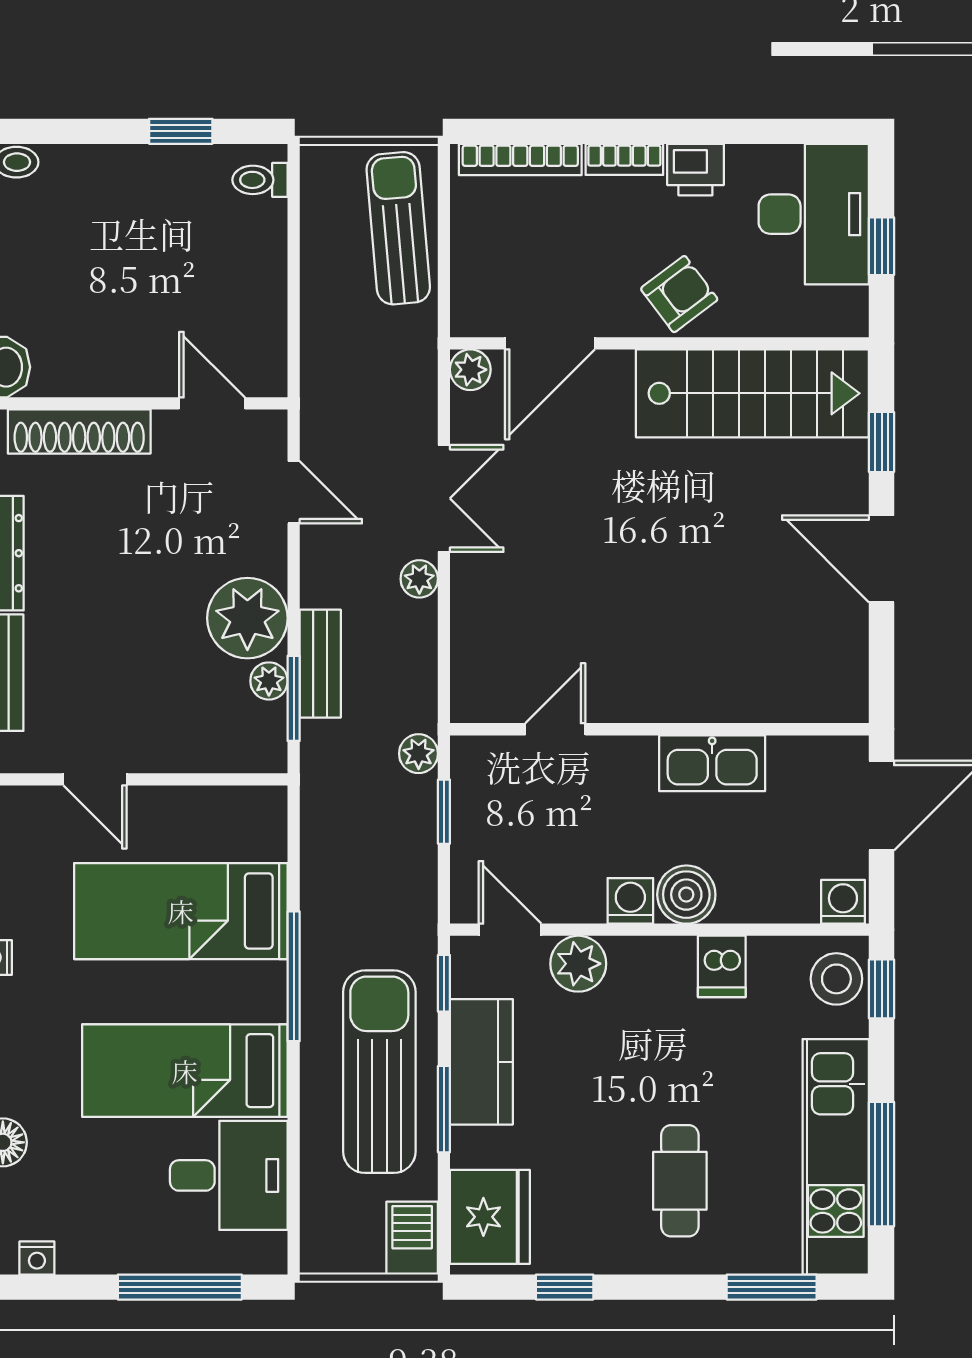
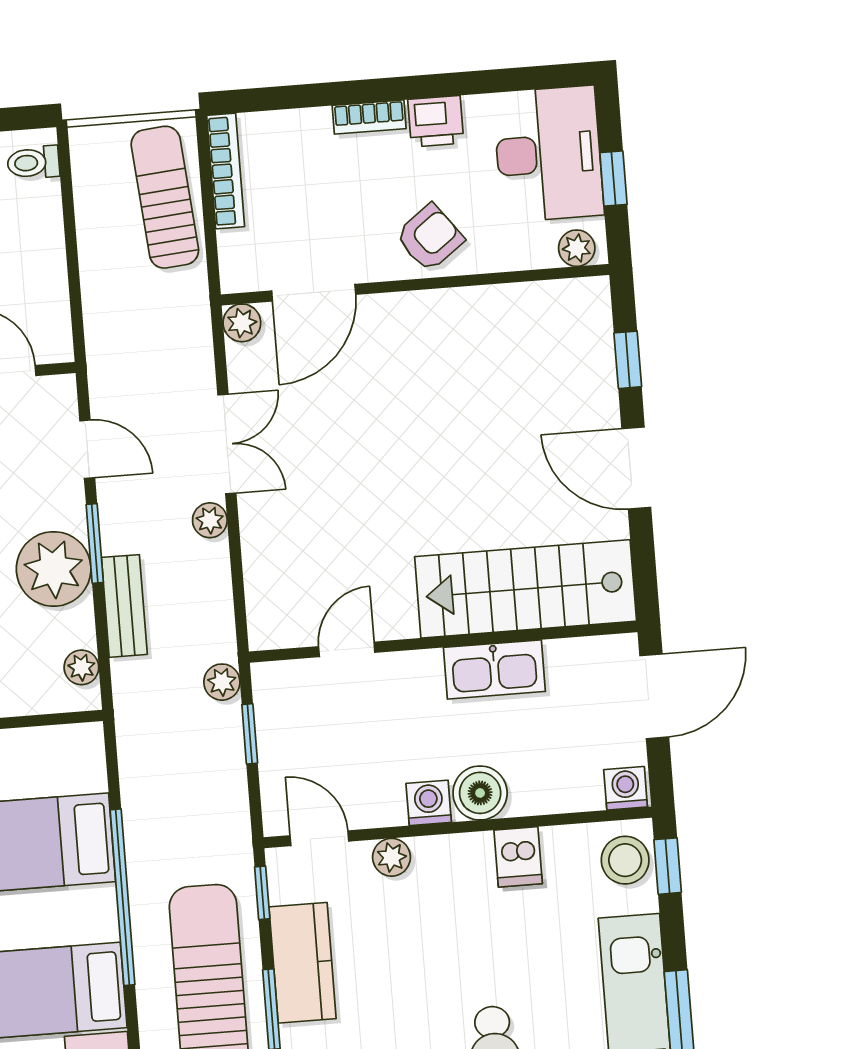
bookcase: (520, 160) -> (226, 171), moved, turned -90
plant: (836, 318) -> (577, 248), added
stairs: (752, 393) -> (526, 589), moved, turned 180
plant: (269, 681) -> (81, 667), moved
window: (294, 698) -> (95, 543), moved
plant: (578, 964) -> (392, 857), width x0.73, depth x0.73
window: (294, 976) -> (123, 897), width x1.46

